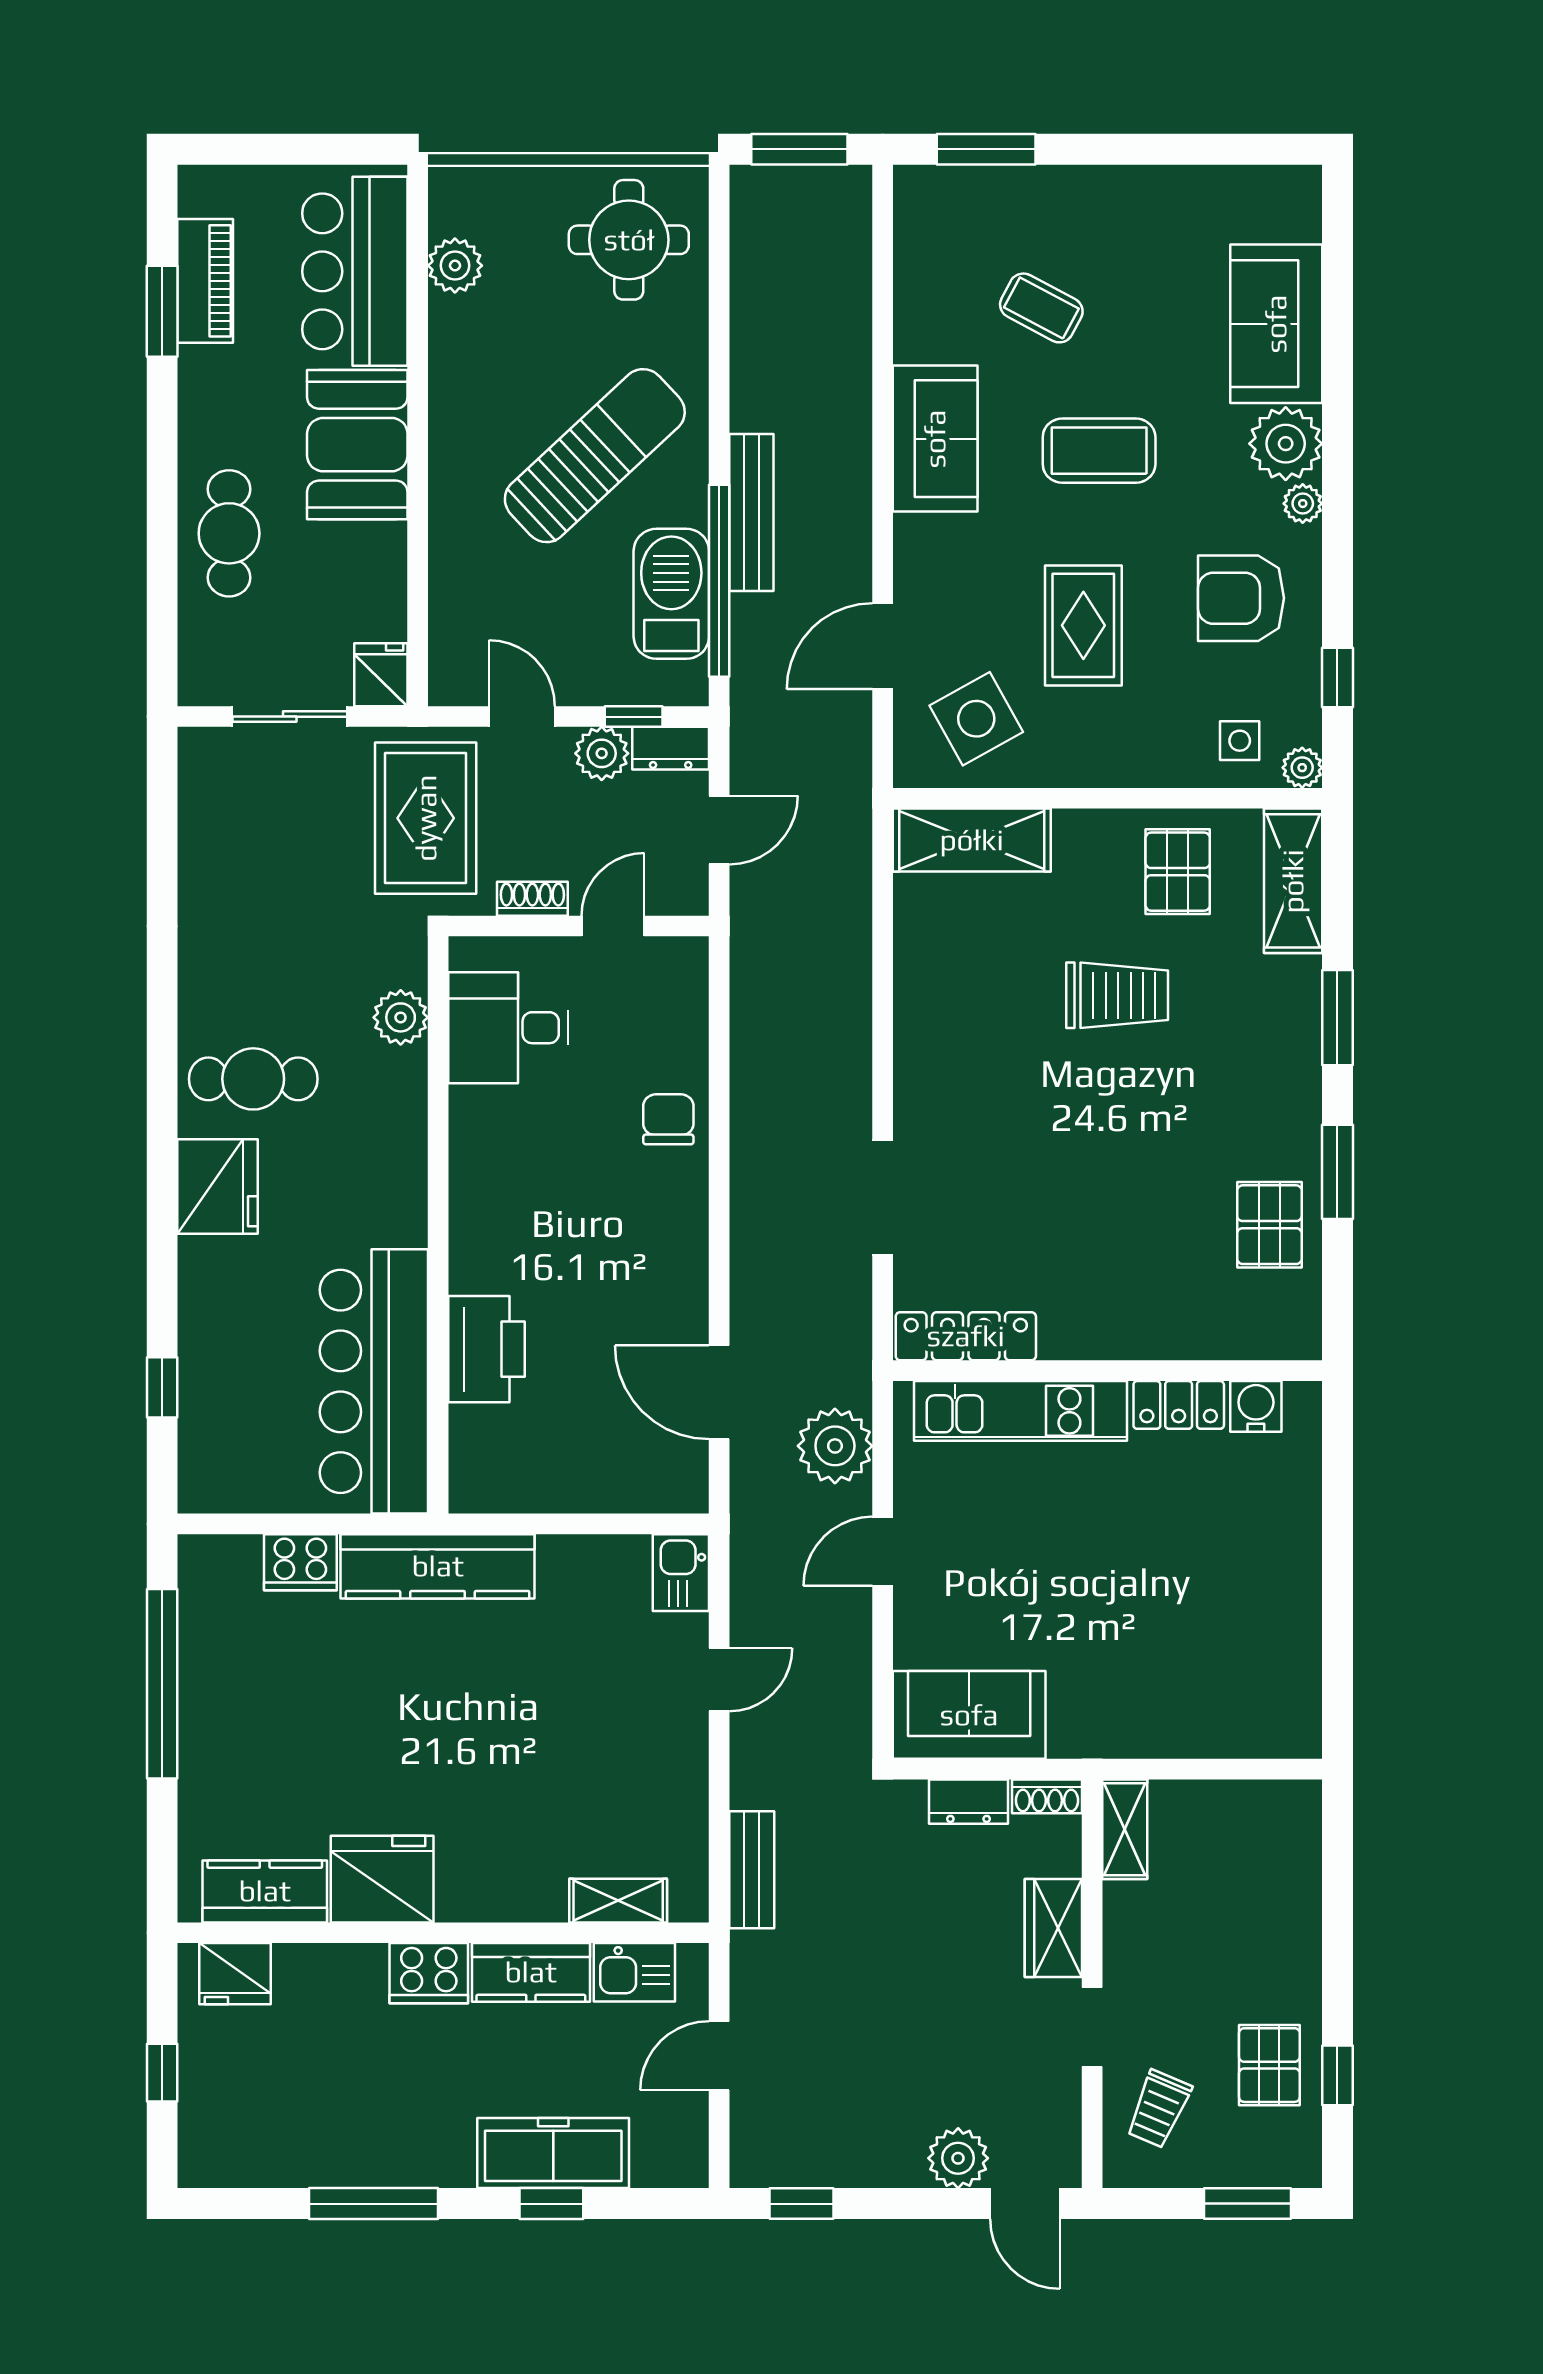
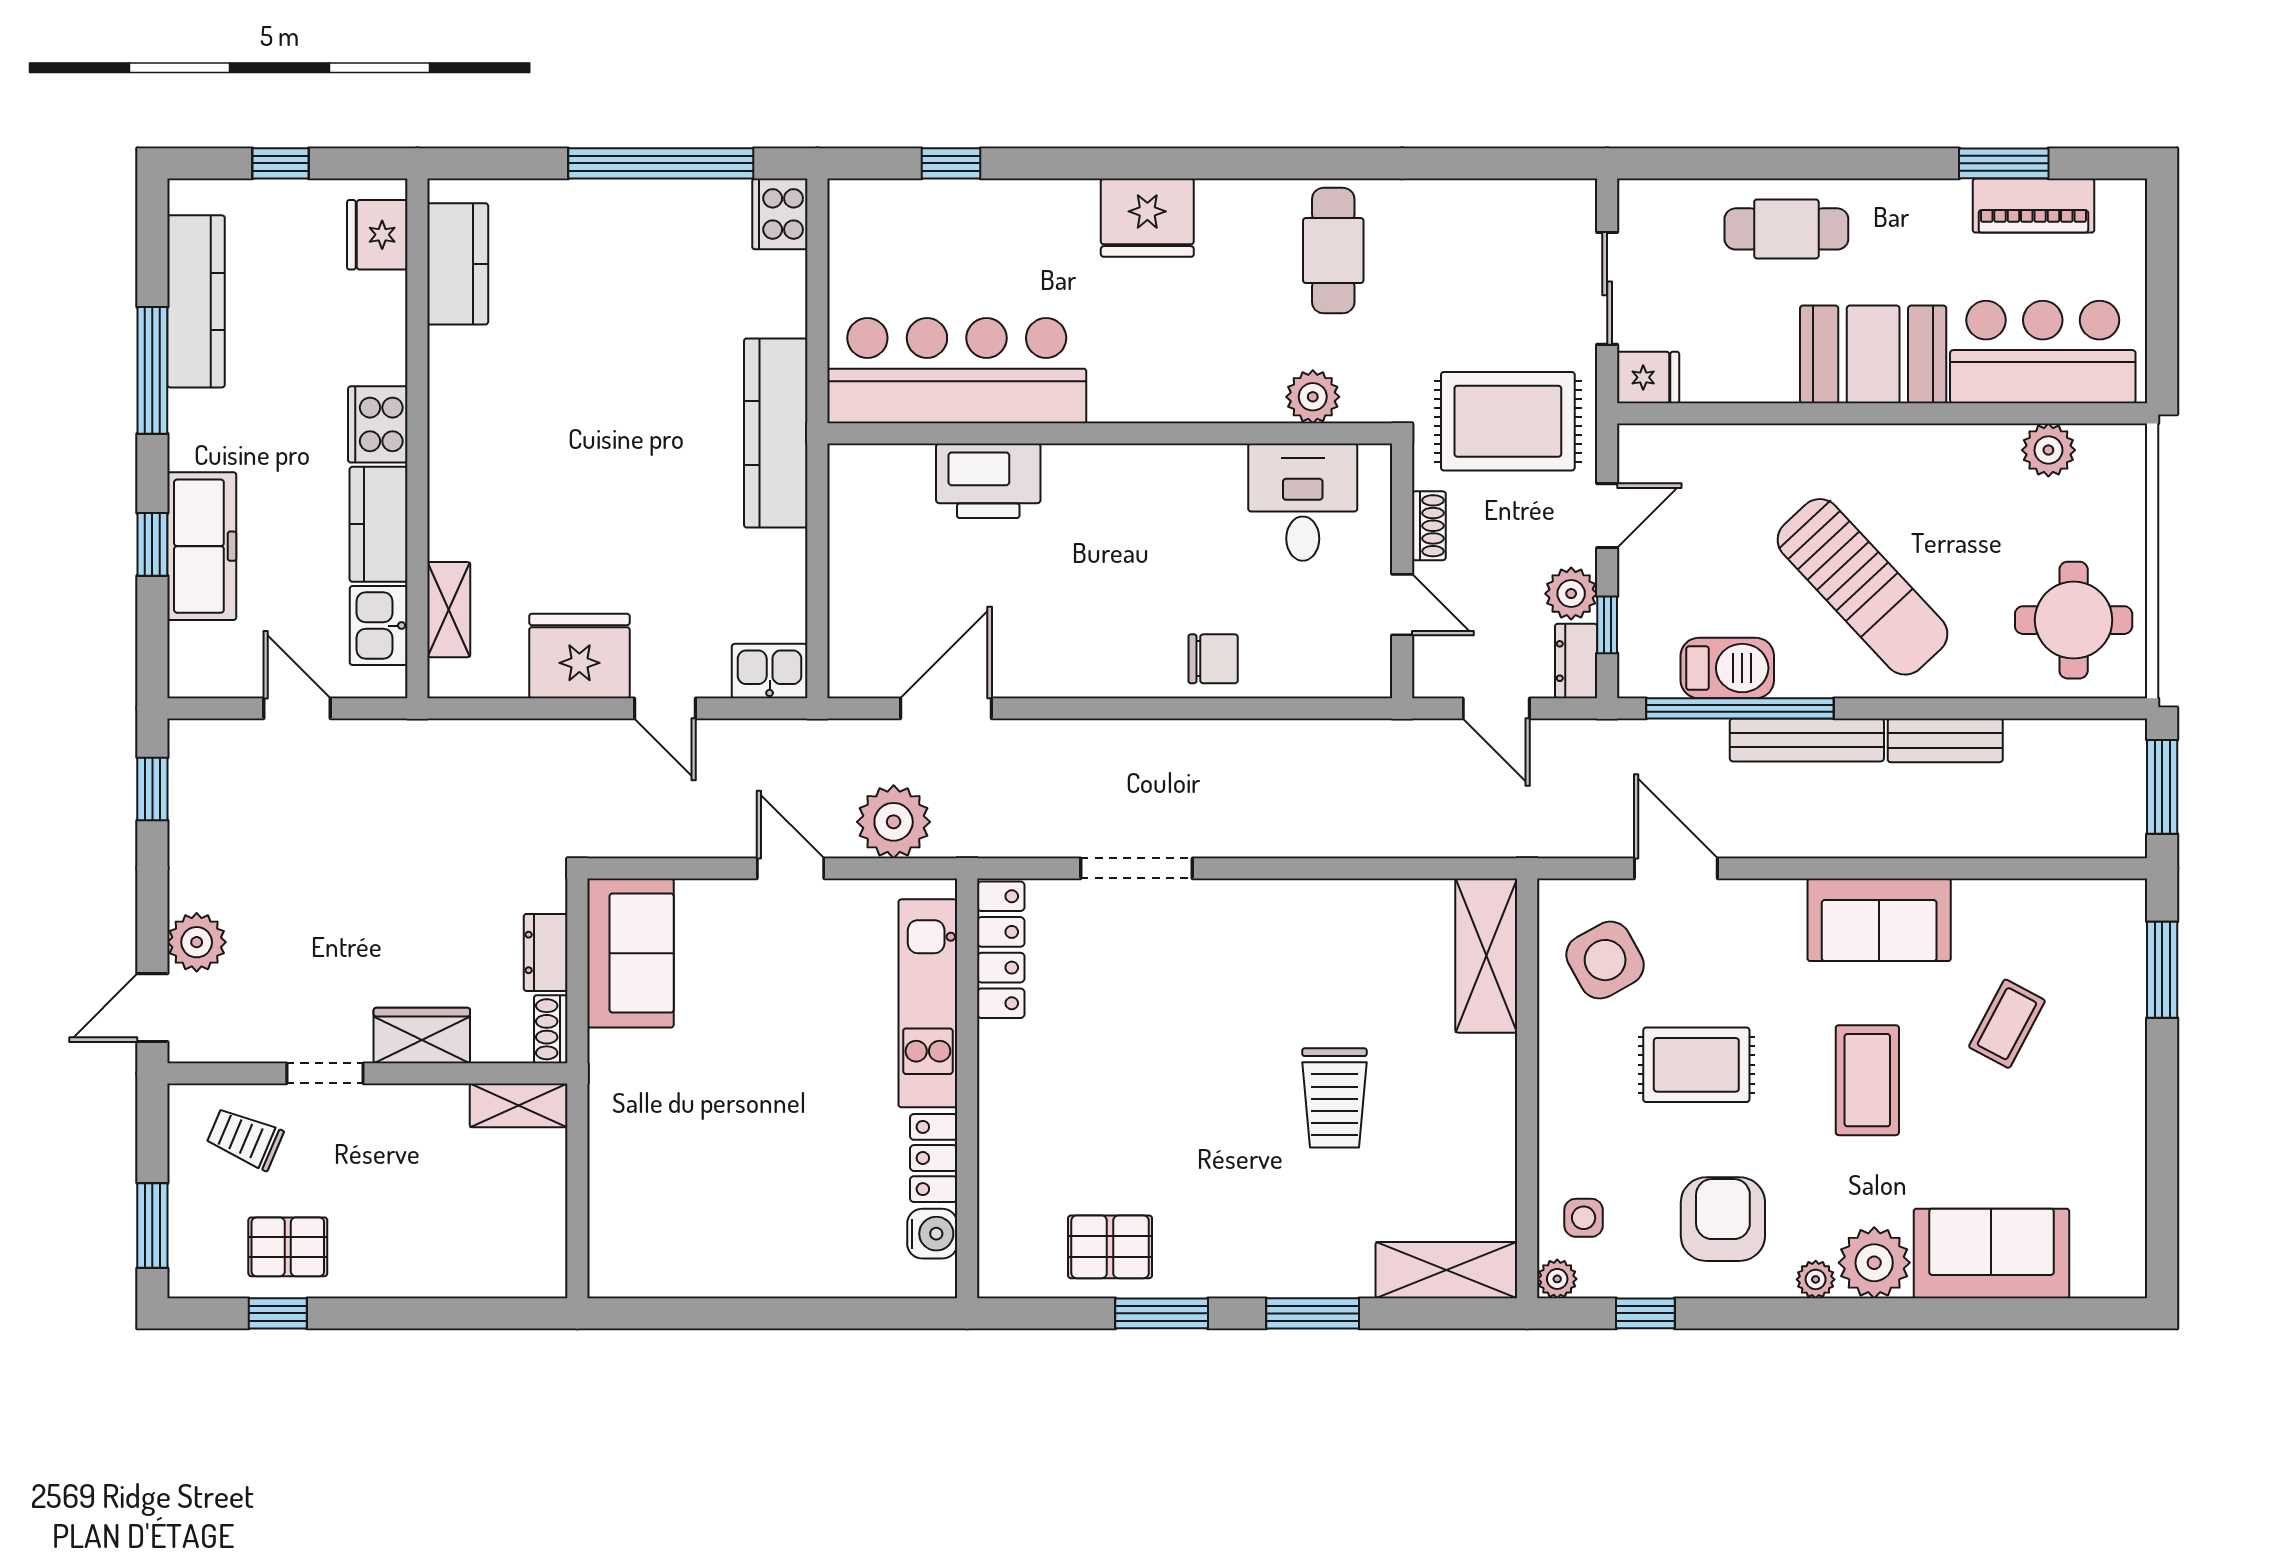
barbecue: (671, 594) -> (1727, 668), width x0.73, depth x0.83
pallet: (1178, 872) -> (1455, 1157), removed
cafe table: (253, 1079) -> (1333, 251), moved
cooker: (300, 1562) -> (780, 214), moved
bench: (752, 1870) -> (1945, 740), moved
fridge: (382, 1879) -> (579, 656), moved, turned -90
kitchen counter: (303, 2159) -> (196, 301), added

